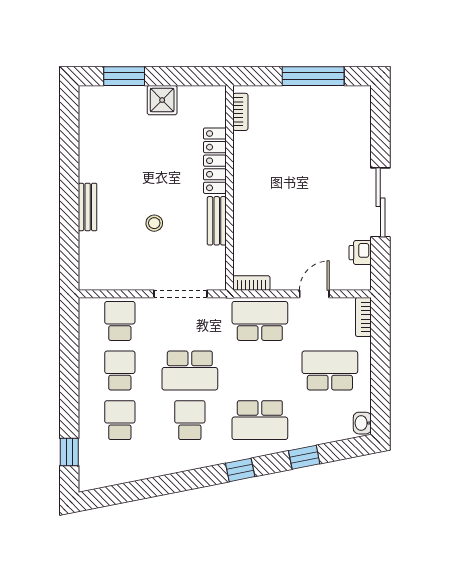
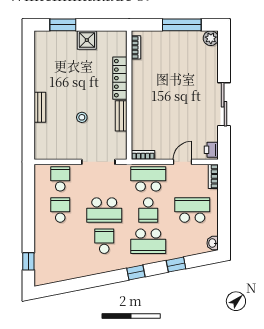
plant: (359, 97) -> (211, 38), added
printer: (360, 253) -> (211, 150), moved
school desk: (120, 420) -> (148, 210), moved, turned 180

